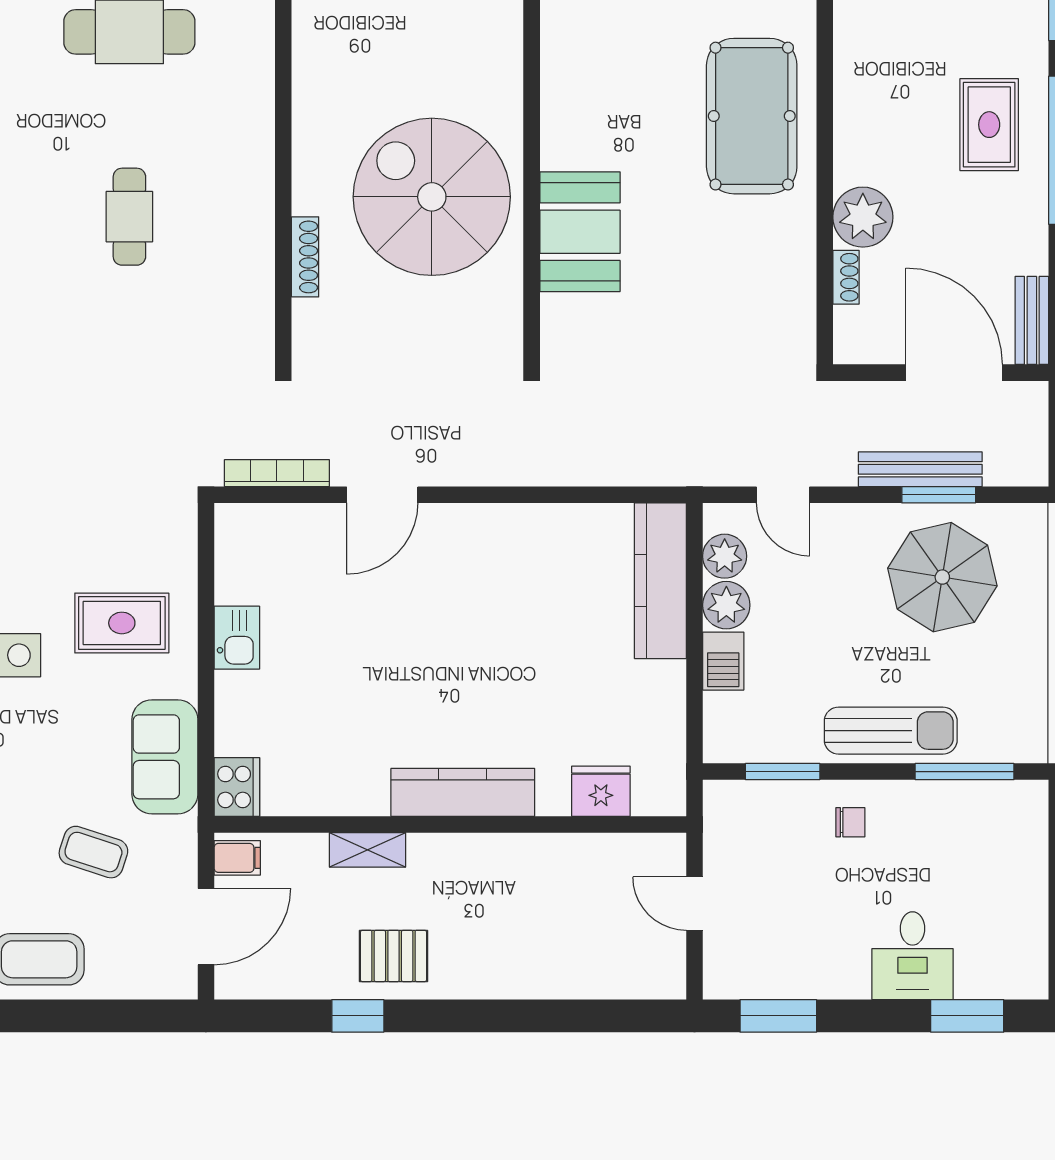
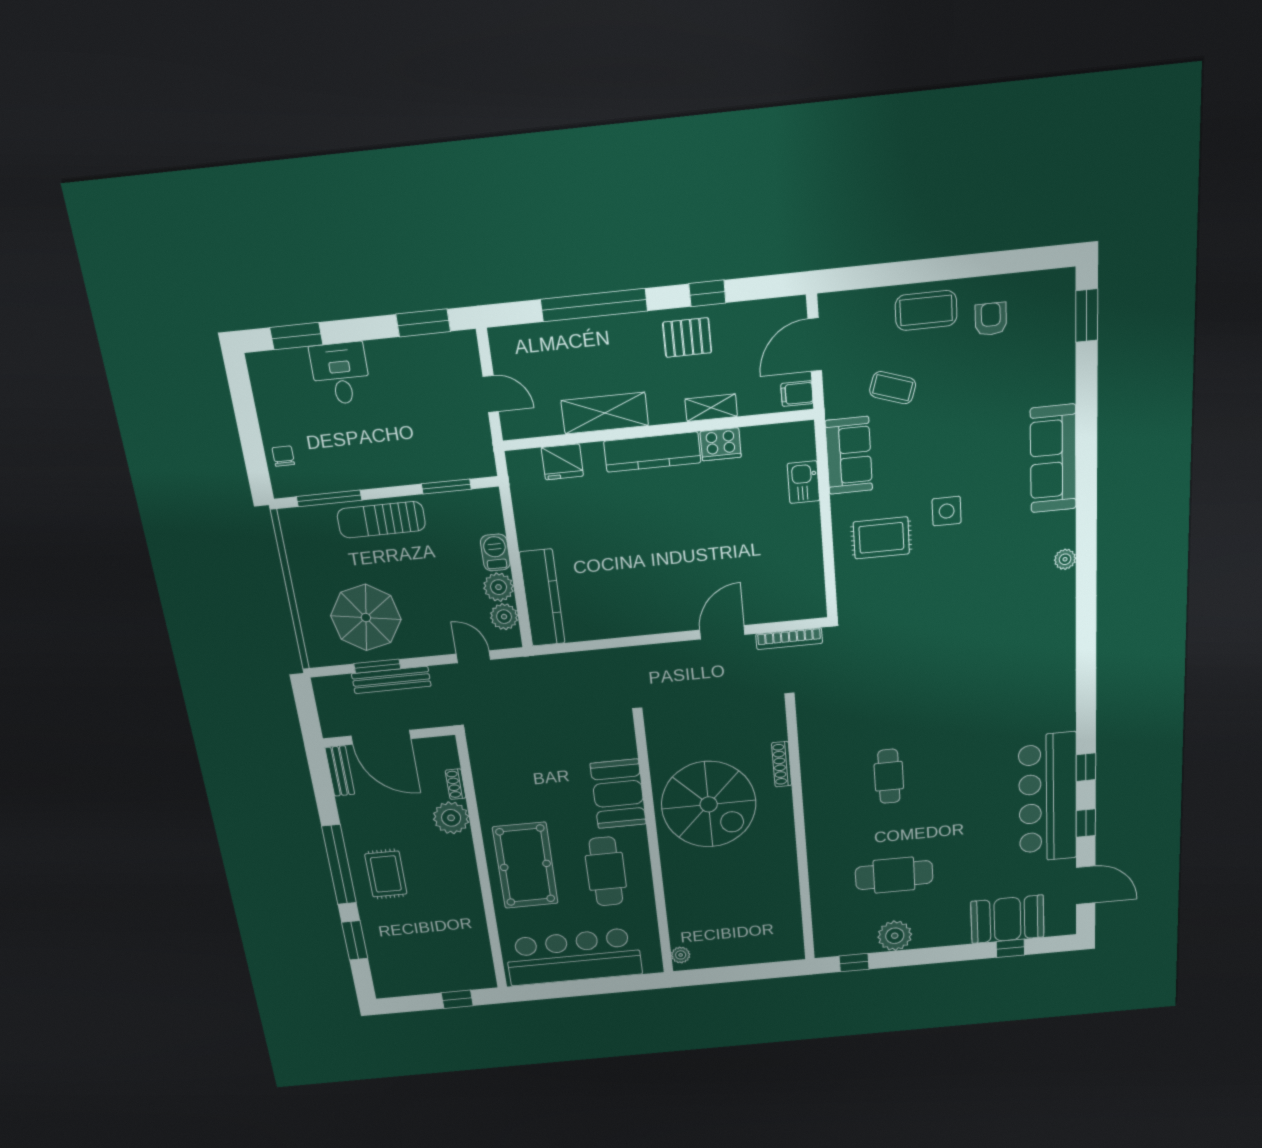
cafe table: (617, 90) -> (606, 871), added
kitchen sink: (237, 638) -> (803, 482), moved
cooker: (237, 787) -> (721, 444), moved, turned -90
chair: (850, 822) -> (283, 456), moved, turned 90
shelving: (528, 858) -> (605, 413), added
window: (525, 1016) -> (594, 305), added

